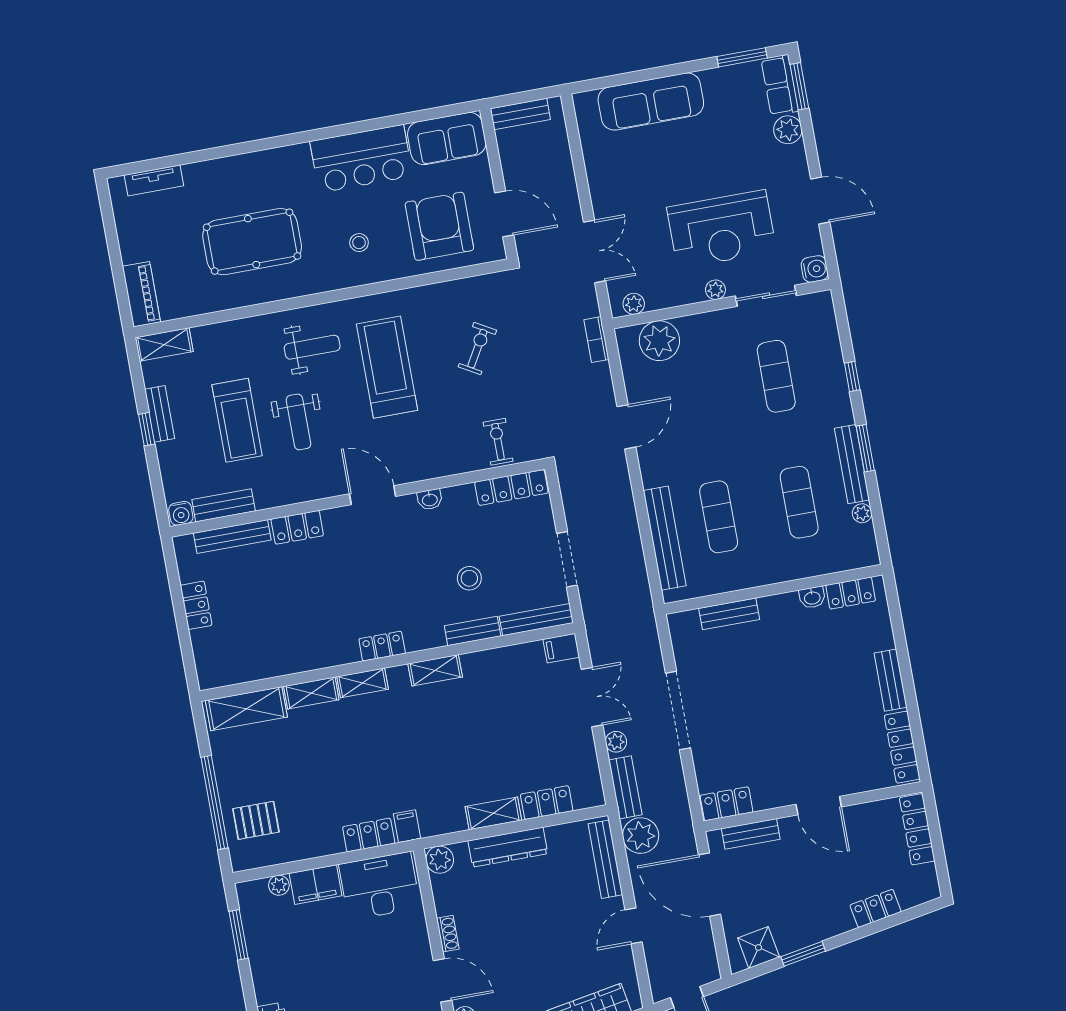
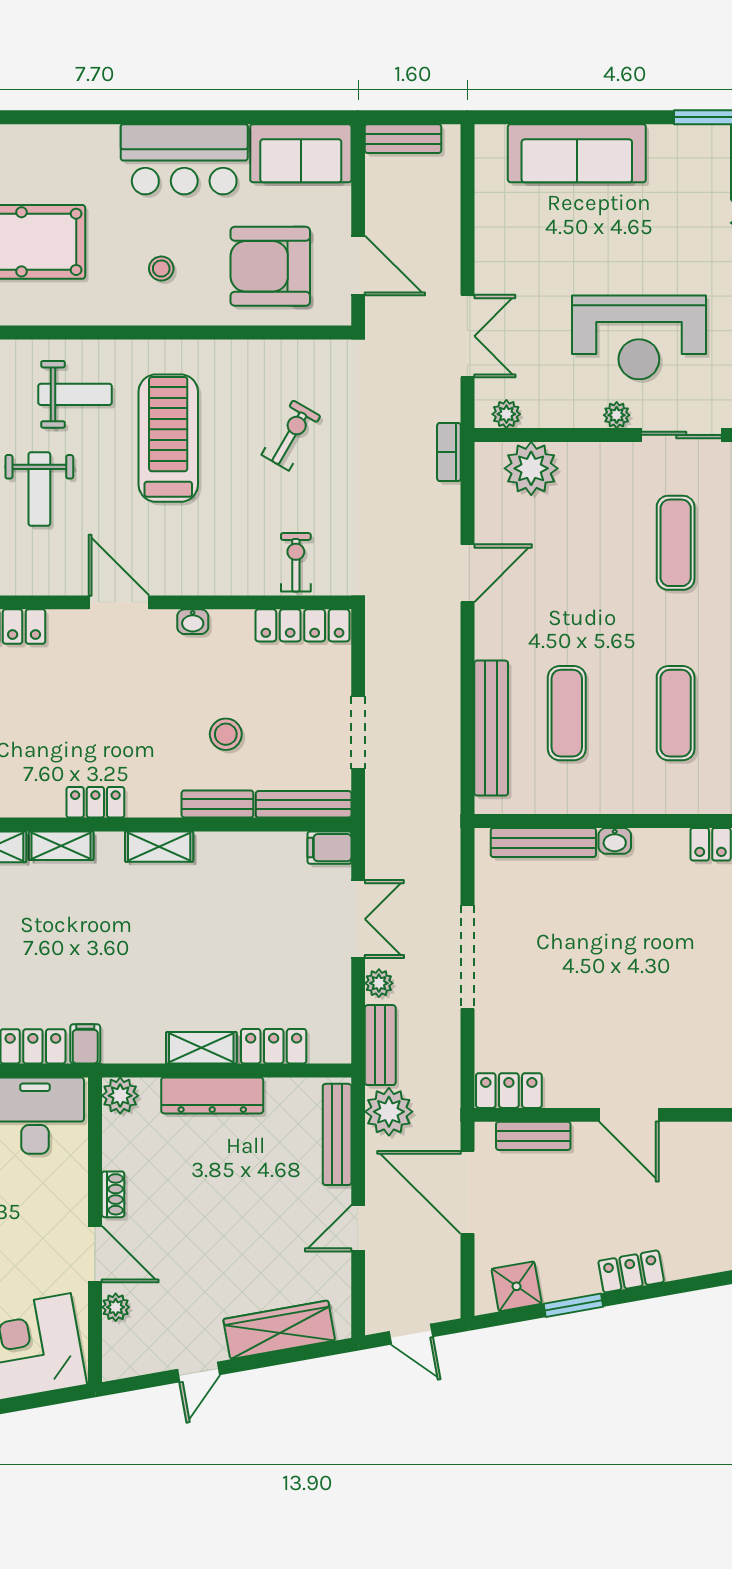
armchair: (439, 226) -> (270, 266), turned -90
washbasin: (812, 597) -> (615, 841), moved
bench: (729, 614) -> (543, 843), width x1.36
locker: (875, 908) -> (631, 1271), moved

